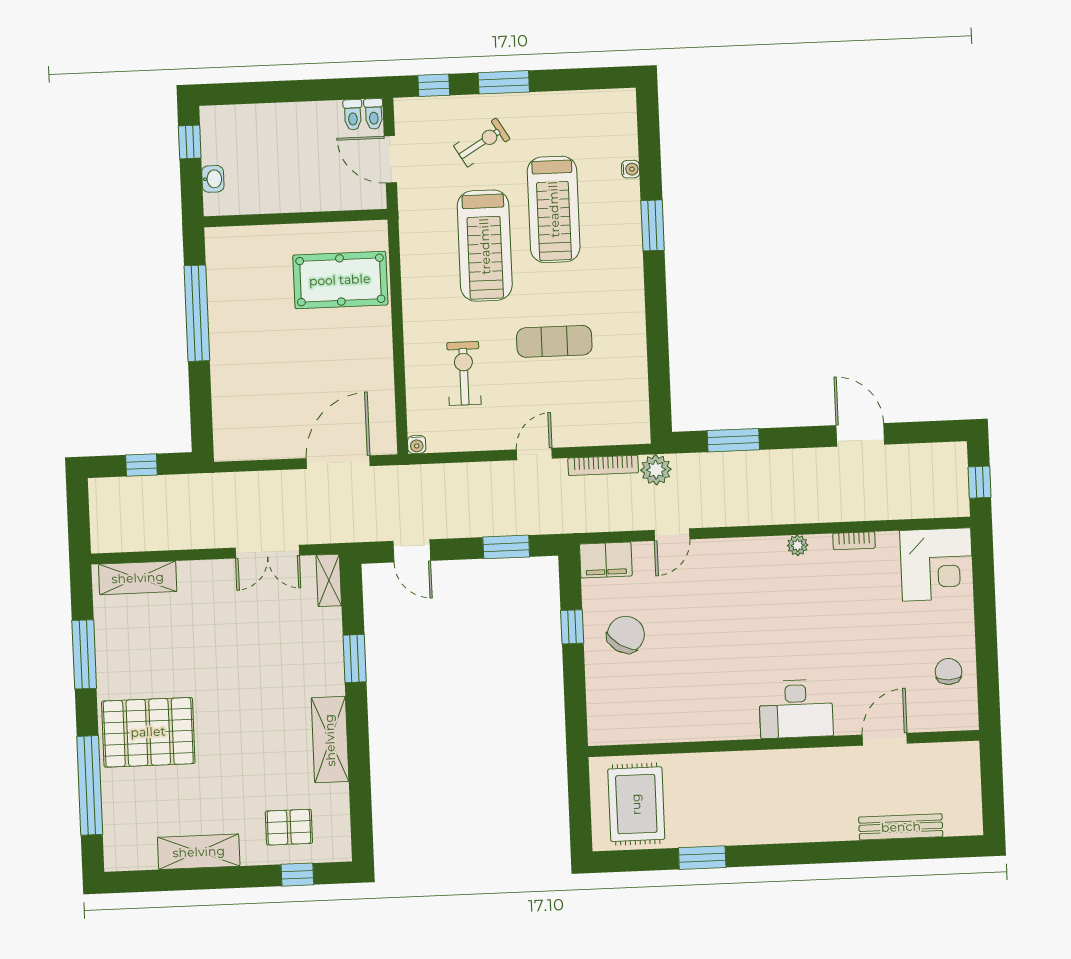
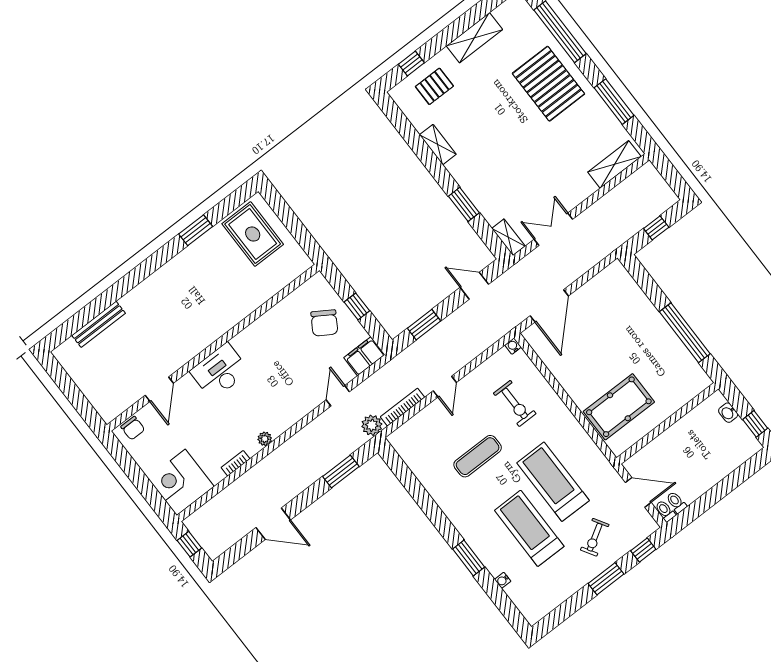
desk: (796, 709) -> (220, 371), moved
pallet: (148, 732) -> (548, 84), turned 90
door: (885, 739) -> (159, 389), moved
shelving: (330, 740) -> (438, 145), width x0.67, depth x0.75
wall: (784, 743) -> (213, 348), moved

